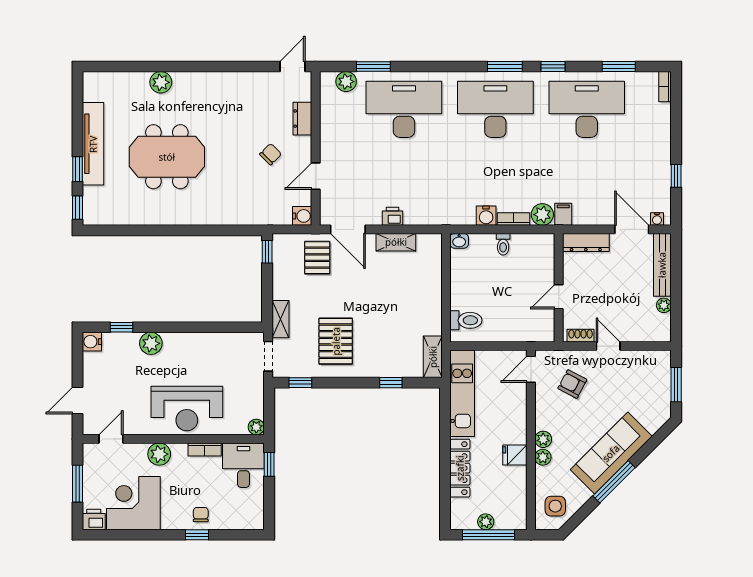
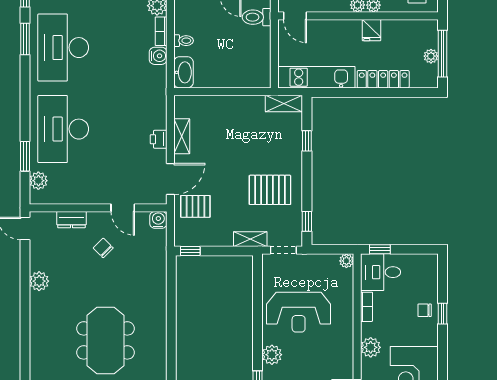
plant: (161, 82) -> (39, 281), moved
washbasin: (459, 241) -> (183, 72), width x1.91, depth x1.45
toilet: (466, 320) -> (257, 17), moved, turned -90
reception desk: (187, 409) -> (299, 312), moved, turned 90

